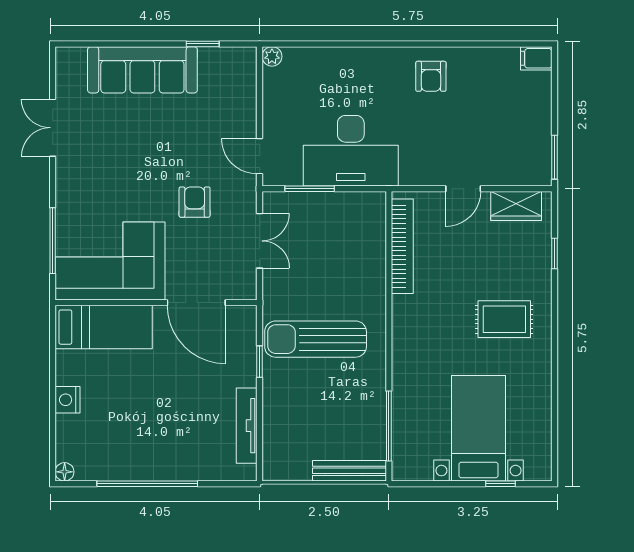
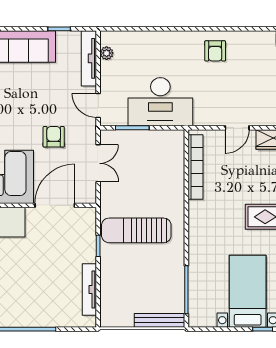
plant: (272, 56) -> (107, 53), moved
tv unit: (246, 87) -> (89, 58), added
door: (196, 303) -> (55, 205), swing flipped

